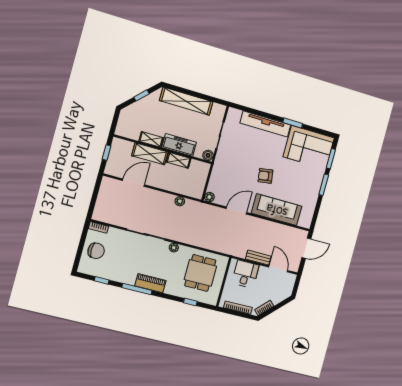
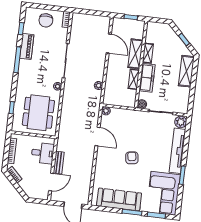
shelving: (186, 101) -> (186, 71), width x0.68
plant: (234, 115) -> (181, 122), added
sofa: (277, 210) -> (119, 199), moved, turned -90
dining table: (200, 273) -> (38, 113), width x1.38
piano: (150, 283) -> (27, 46), moved

